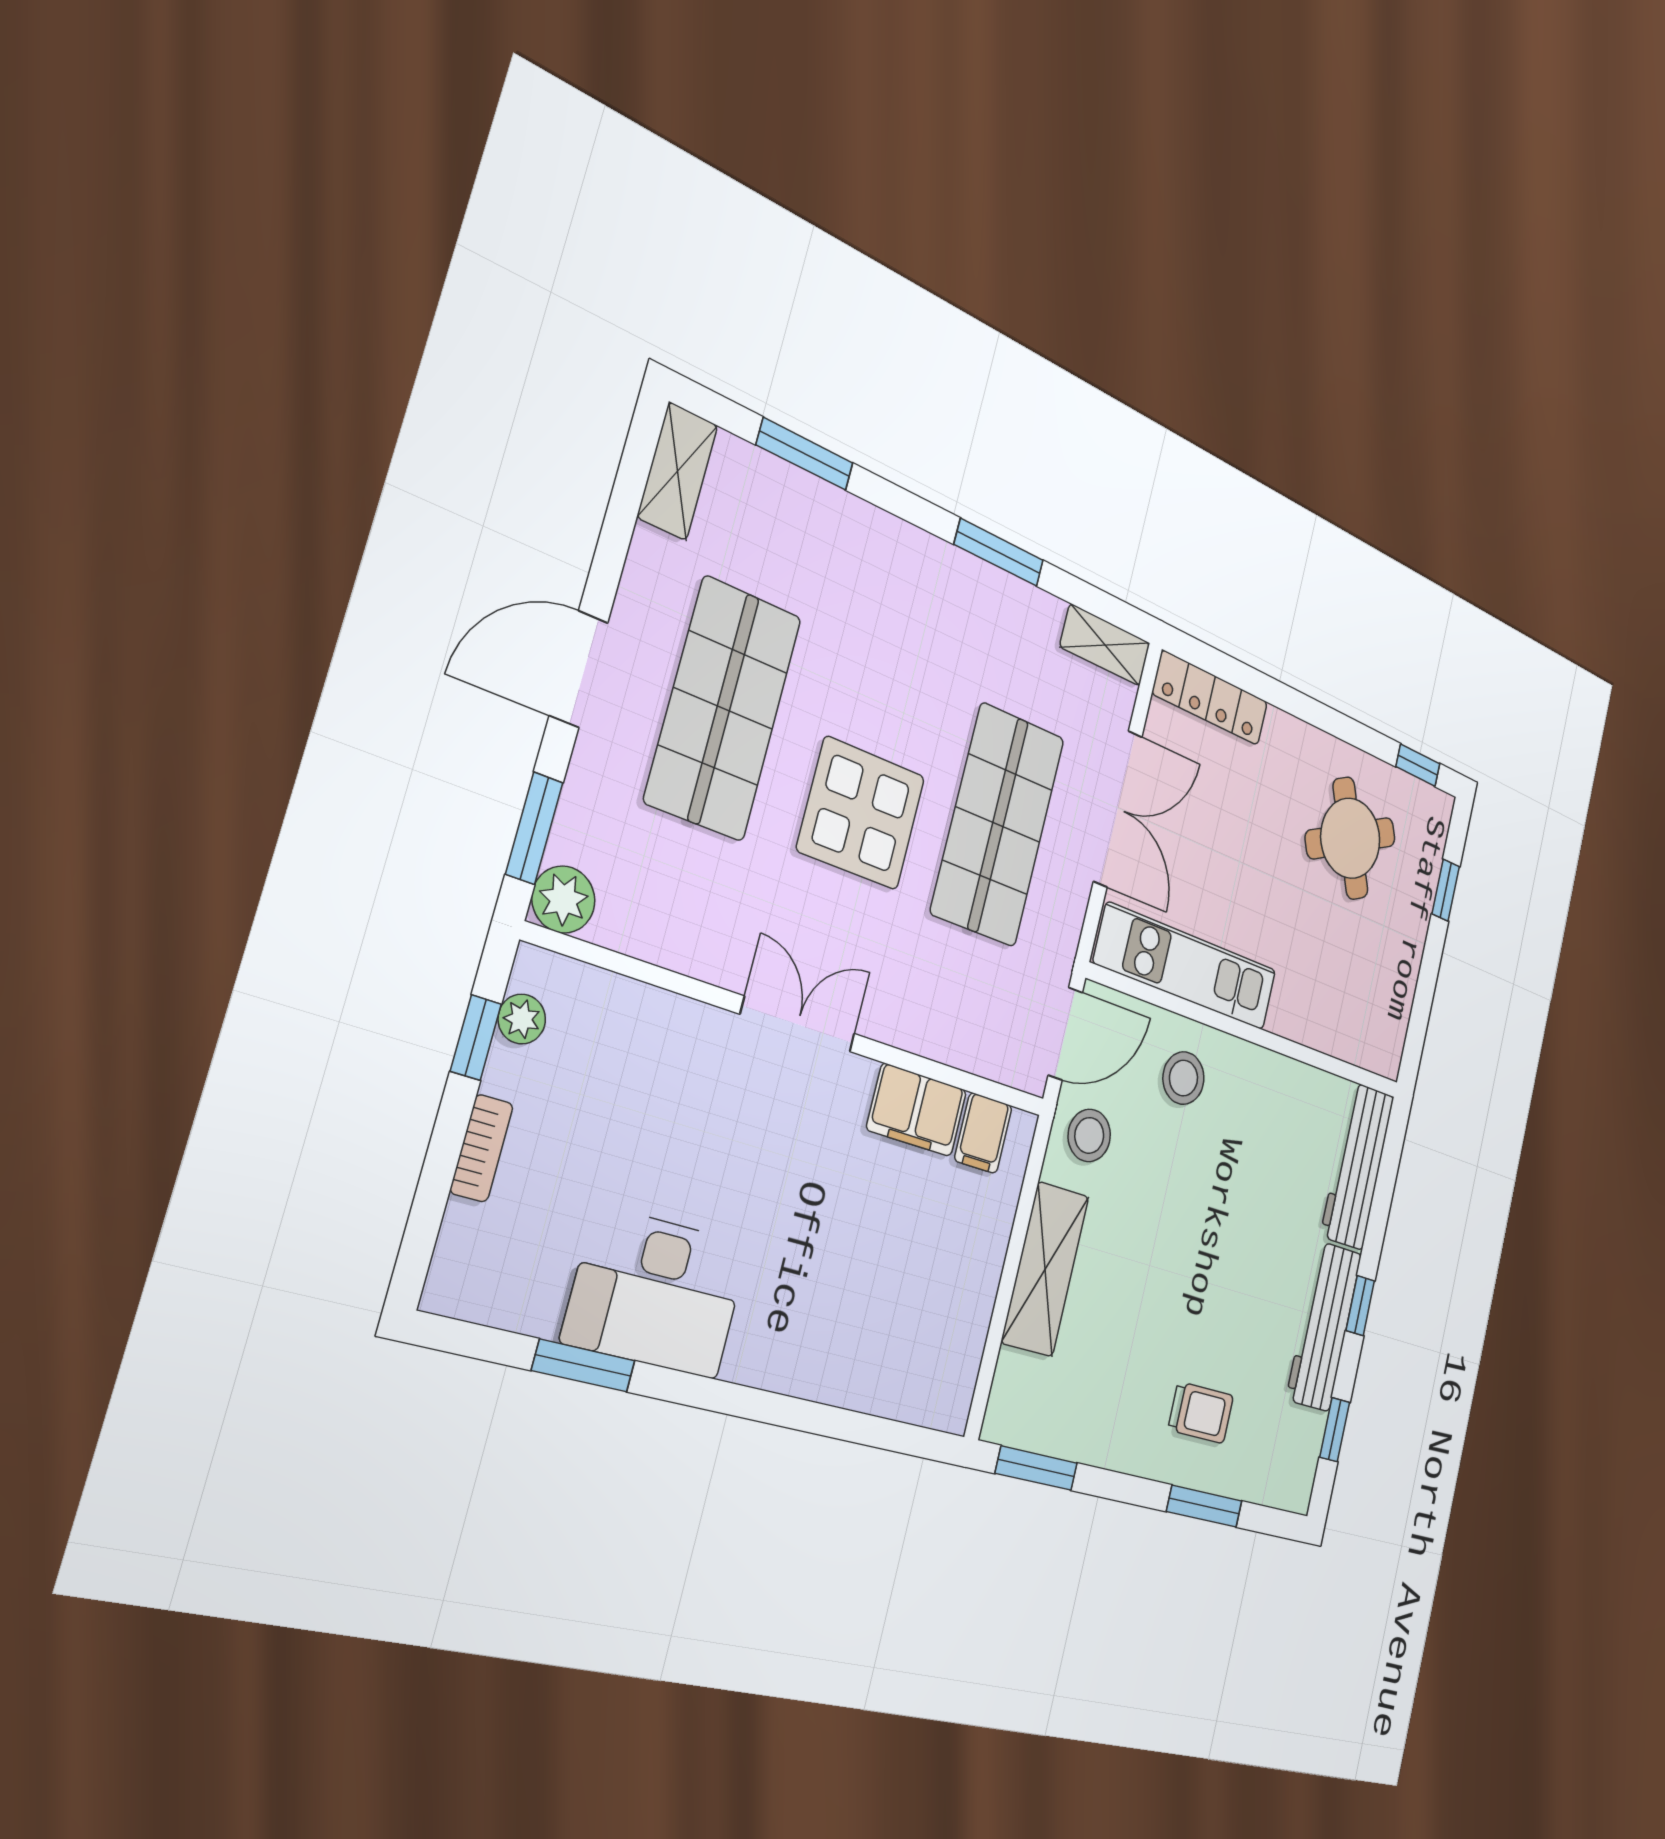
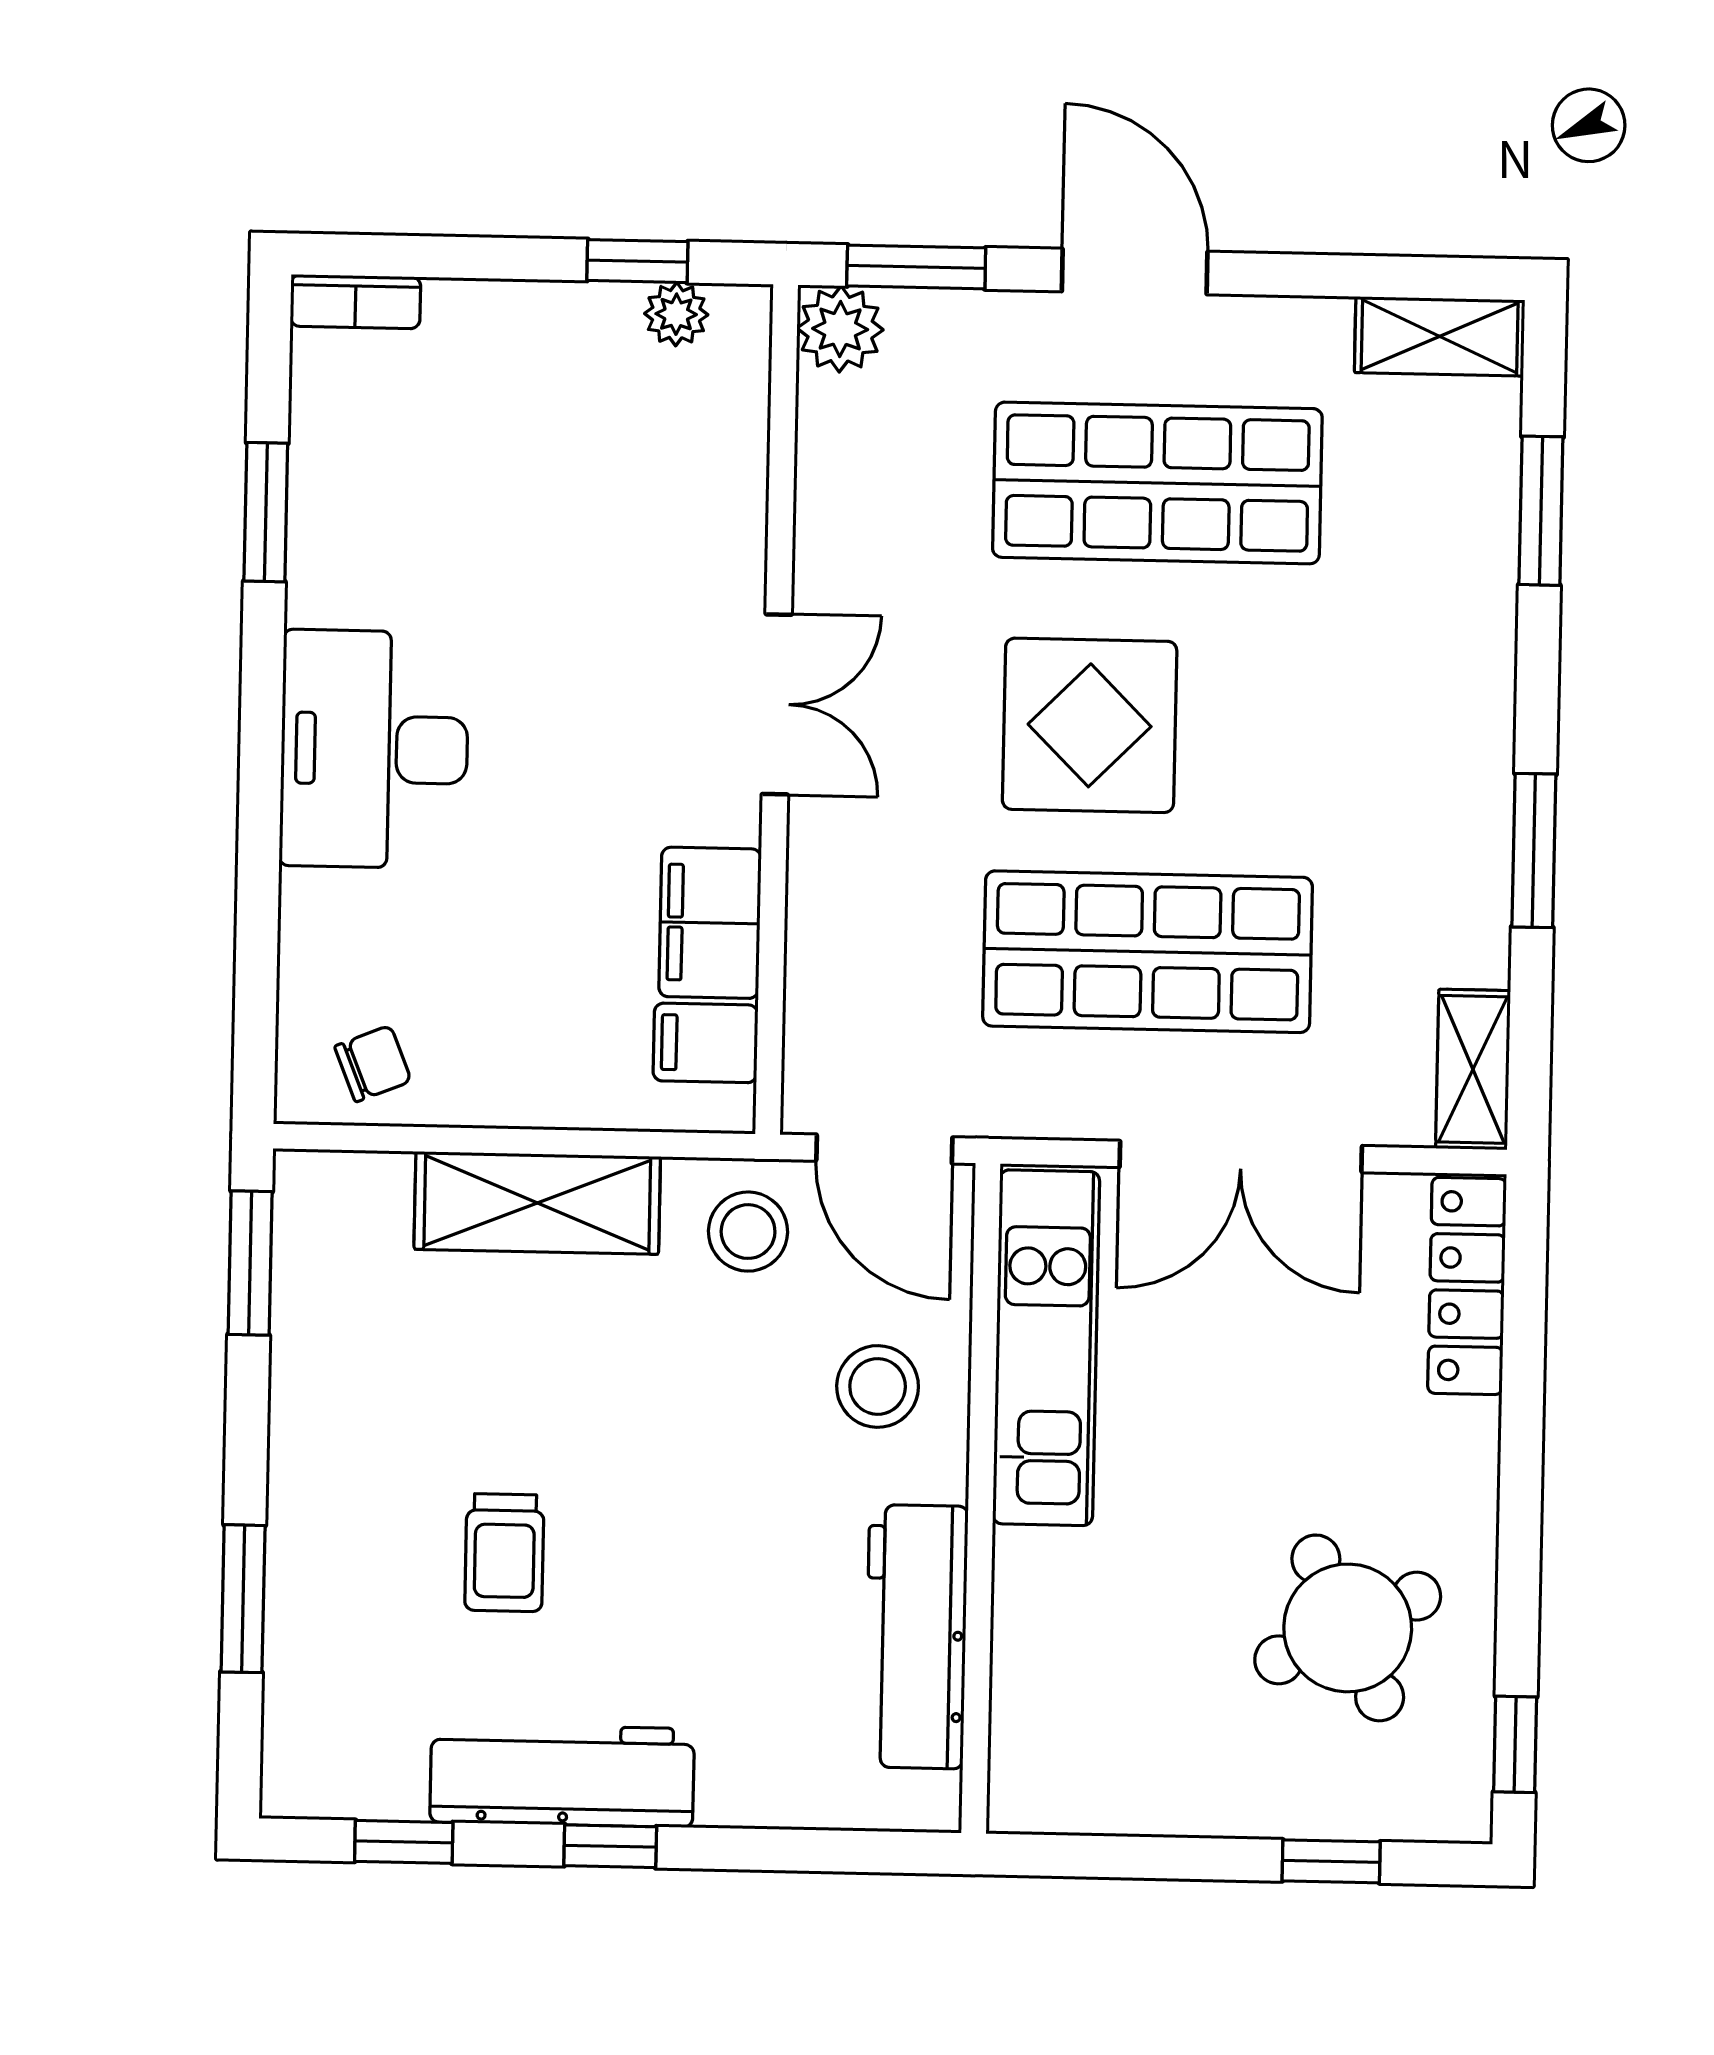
bookcase: (482, 1148) -> (355, 302), moved
workbench: (1357, 1166) -> (916, 1637), moved, turned -90
desk: (657, 1293) -> (374, 749), moved
chair: (945, 1361) -> (373, 1064), added
trolley: (1201, 1413) -> (504, 1553), moved

